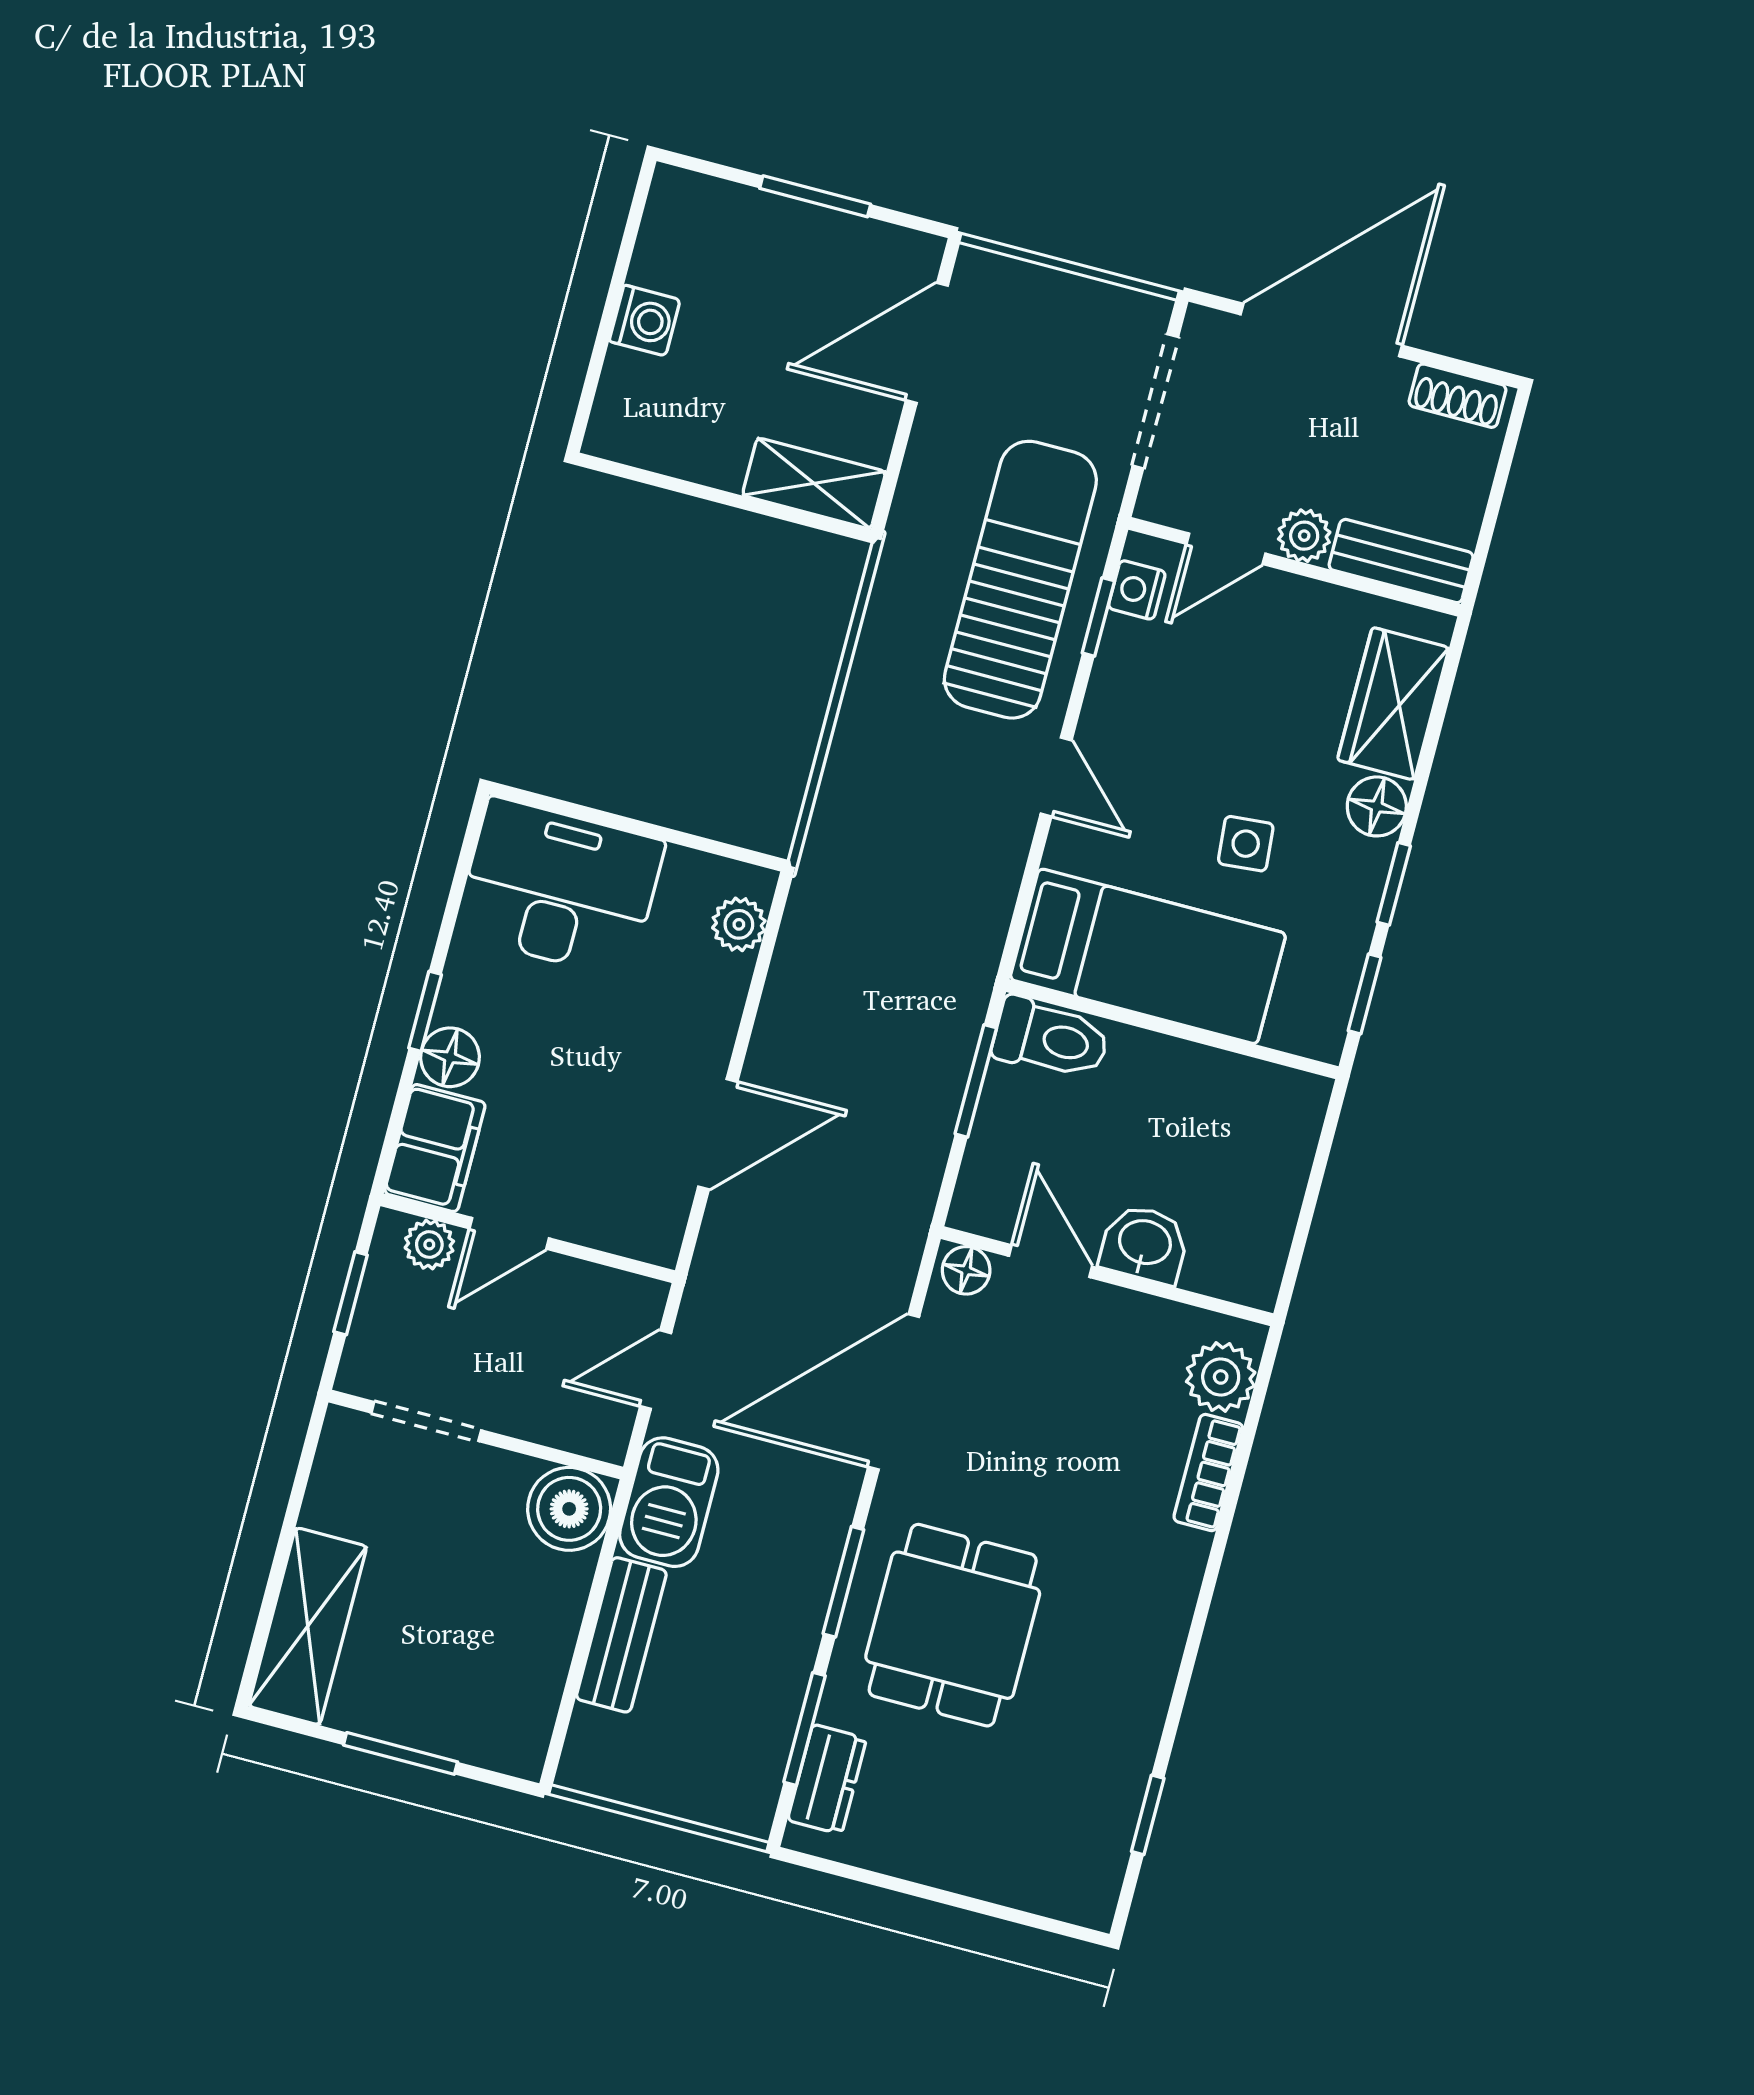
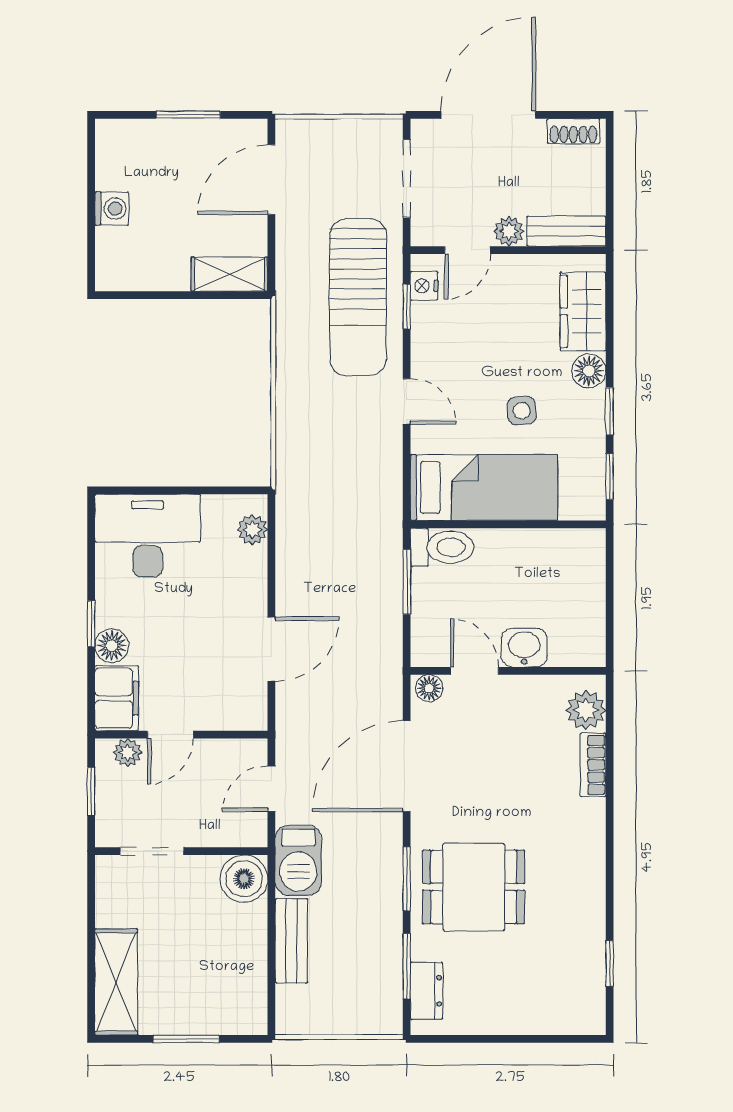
sun lounger: (1020, 580) -> (358, 297), turned 180
dining table: (953, 1625) -> (474, 887), turned 90

